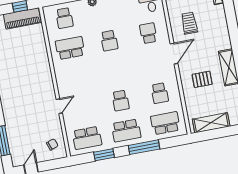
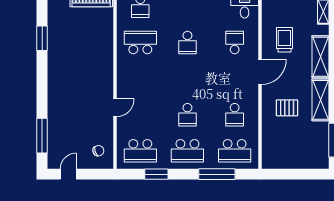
school desk: (165, 123) -> (235, 151), turned 180
shelving: (211, 123) -> (320, 57), moved, turned 90
window: (144, 147) -> (217, 174), moved

